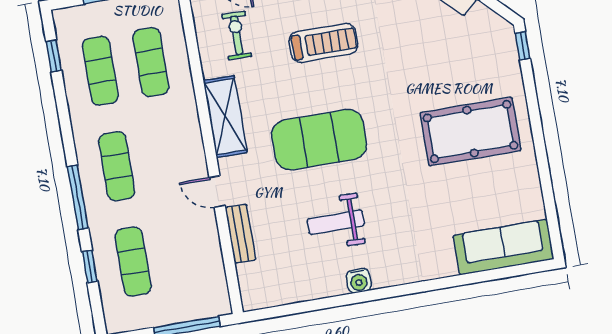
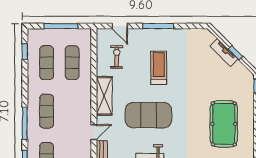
treadmill: (324, 43) -> (159, 68), turned -90
pool table: (471, 132) -> (224, 124), turned 90
door: (217, 192) -> (94, 132), swing flipped

